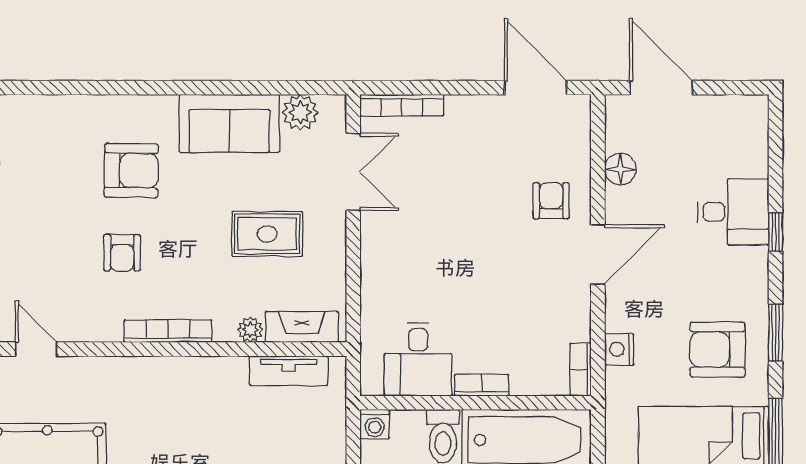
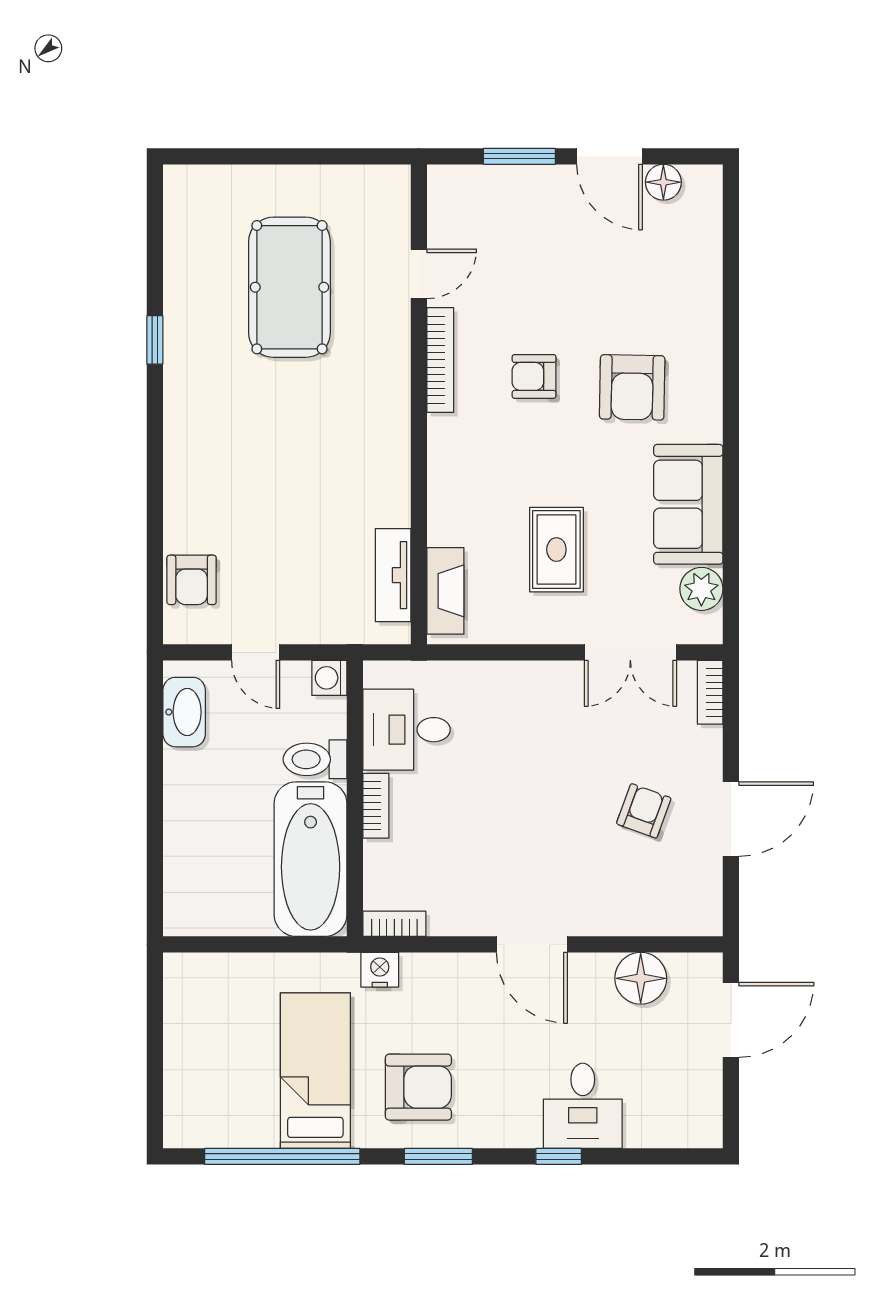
door: (536, 88) -> (731, 819), moved
bookcase: (402, 105) -> (710, 692), width x0.64
floor lamp: (620, 169) -> (641, 978), width x1.38, depth x1.38
armchair: (551, 201) -> (644, 811), moved, turned -70
plant: (250, 330) -> (442, 529), removed
bookcase: (168, 331) -> (440, 360), moved
nightstand: (619, 349) -> (380, 970), moved
armchair: (717, 350) -> (418, 1087), turned 90

